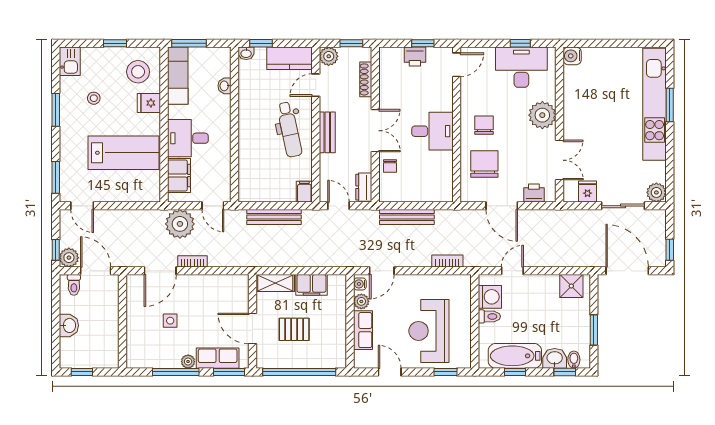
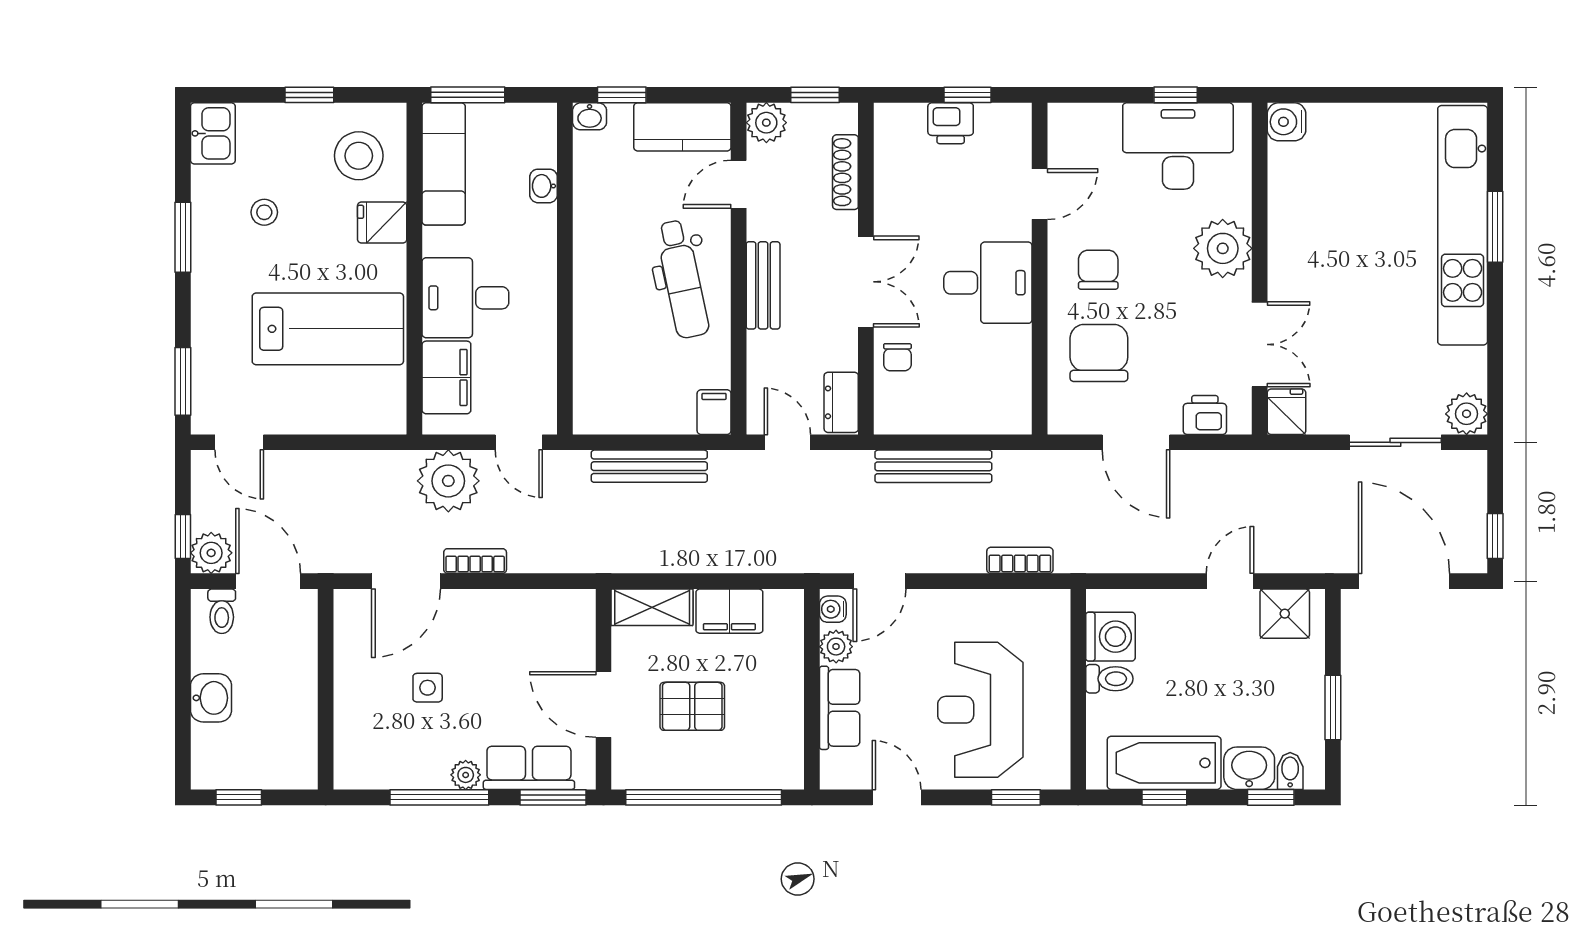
door: (457, 65) -> (1040, 194), moved
fridge: (588, 192) -> (1286, 412), moved
door: (512, 271) -> (1230, 581), moved

